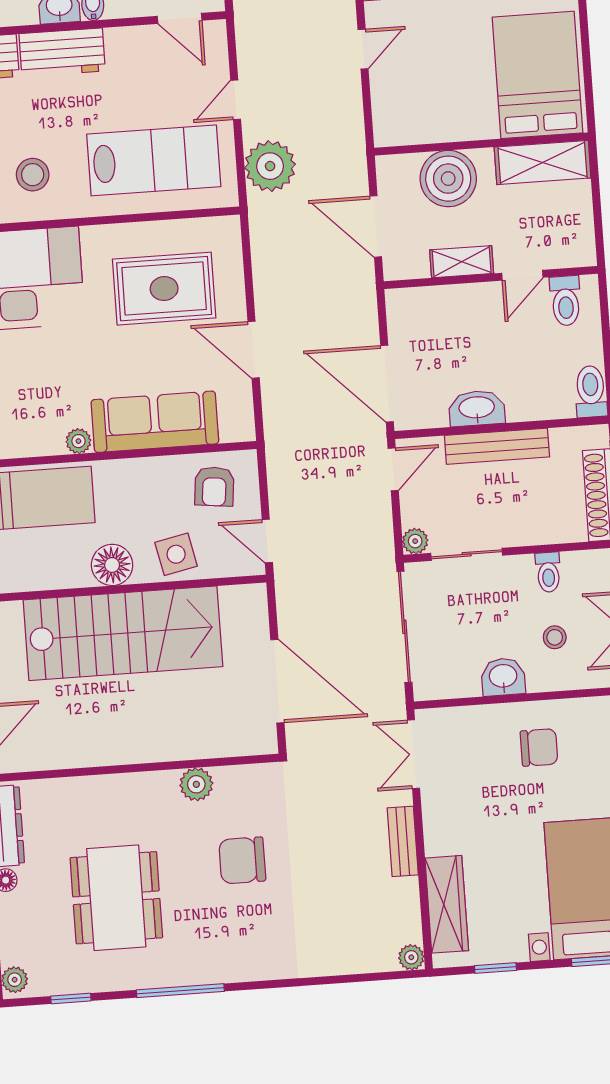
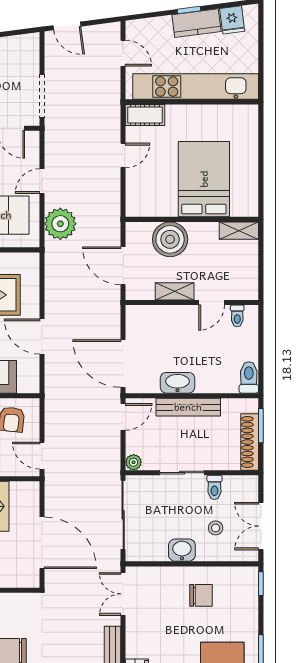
bed: (538, 75) -> (204, 179), moved
shelving: (543, 162) -> (239, 231), width x0.67, depth x0.75
toilet: (566, 301) -> (237, 316), width x0.73, depth x0.72
sliding door: (467, 554) -> (182, 473), moved

